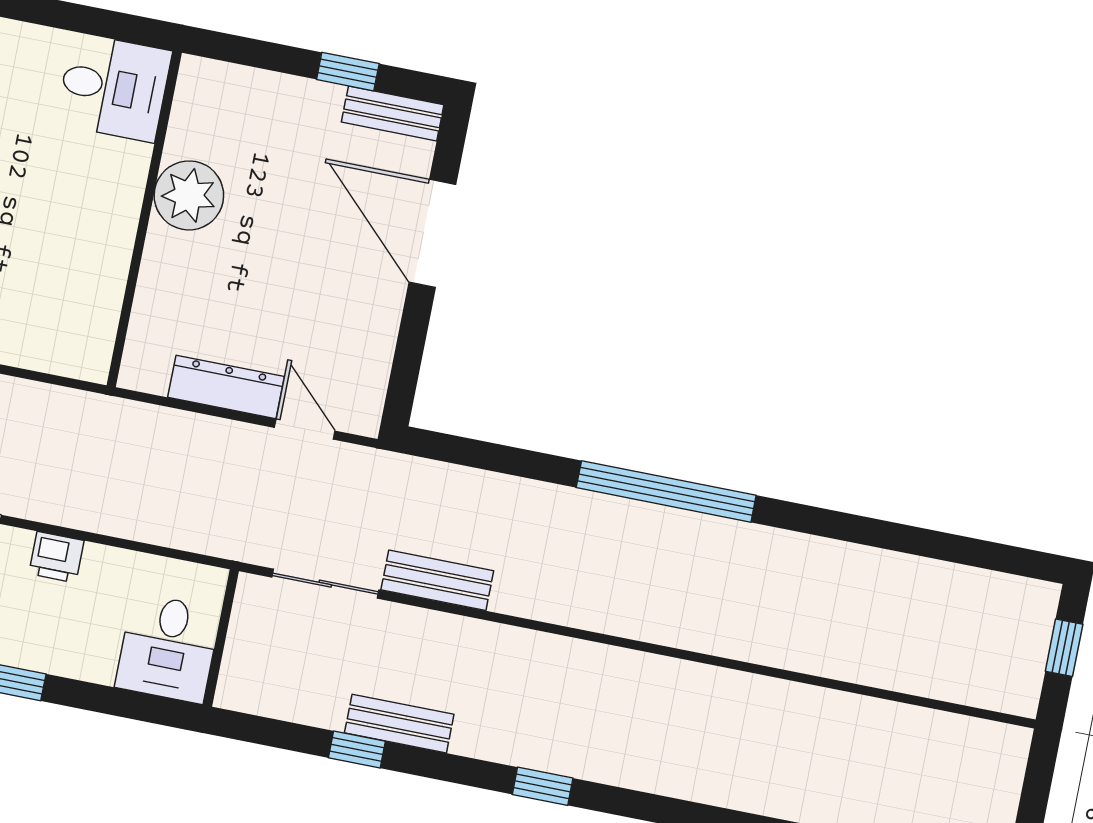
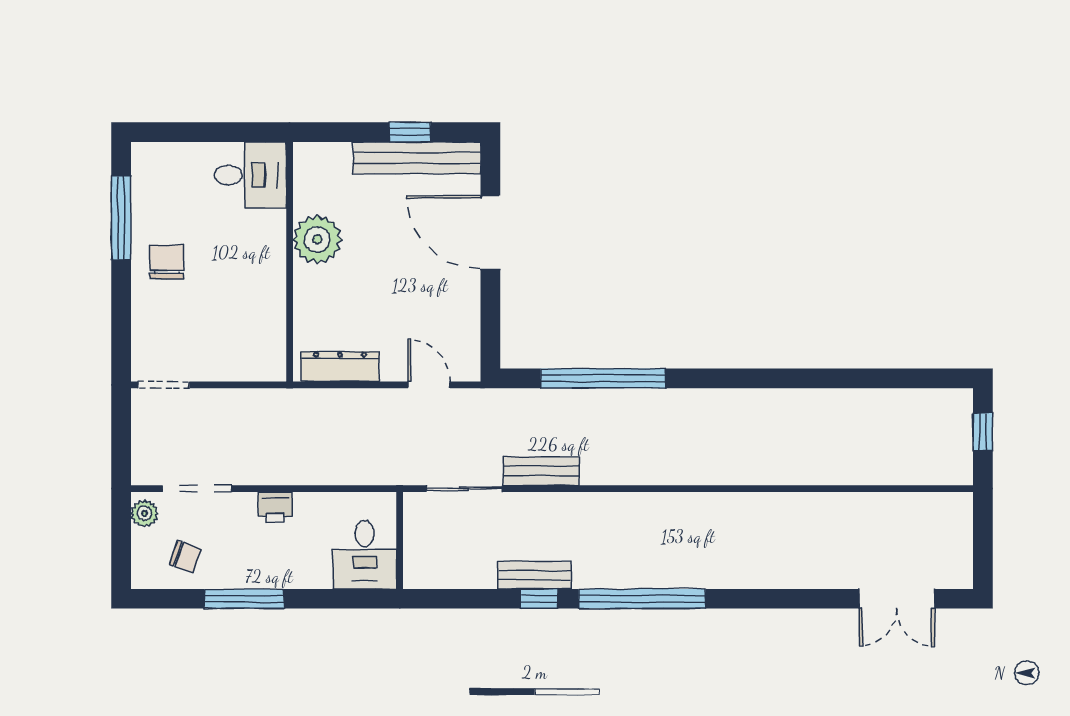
bench: (393, 113) -> (417, 158), width x1.86, depth x1.21
dresser: (226, 387) -> (340, 366), moved
window: (666, 491) -> (603, 378), moved
window: (357, 749) -> (539, 599), moved
window: (543, 786) -> (642, 599), width x3.17

